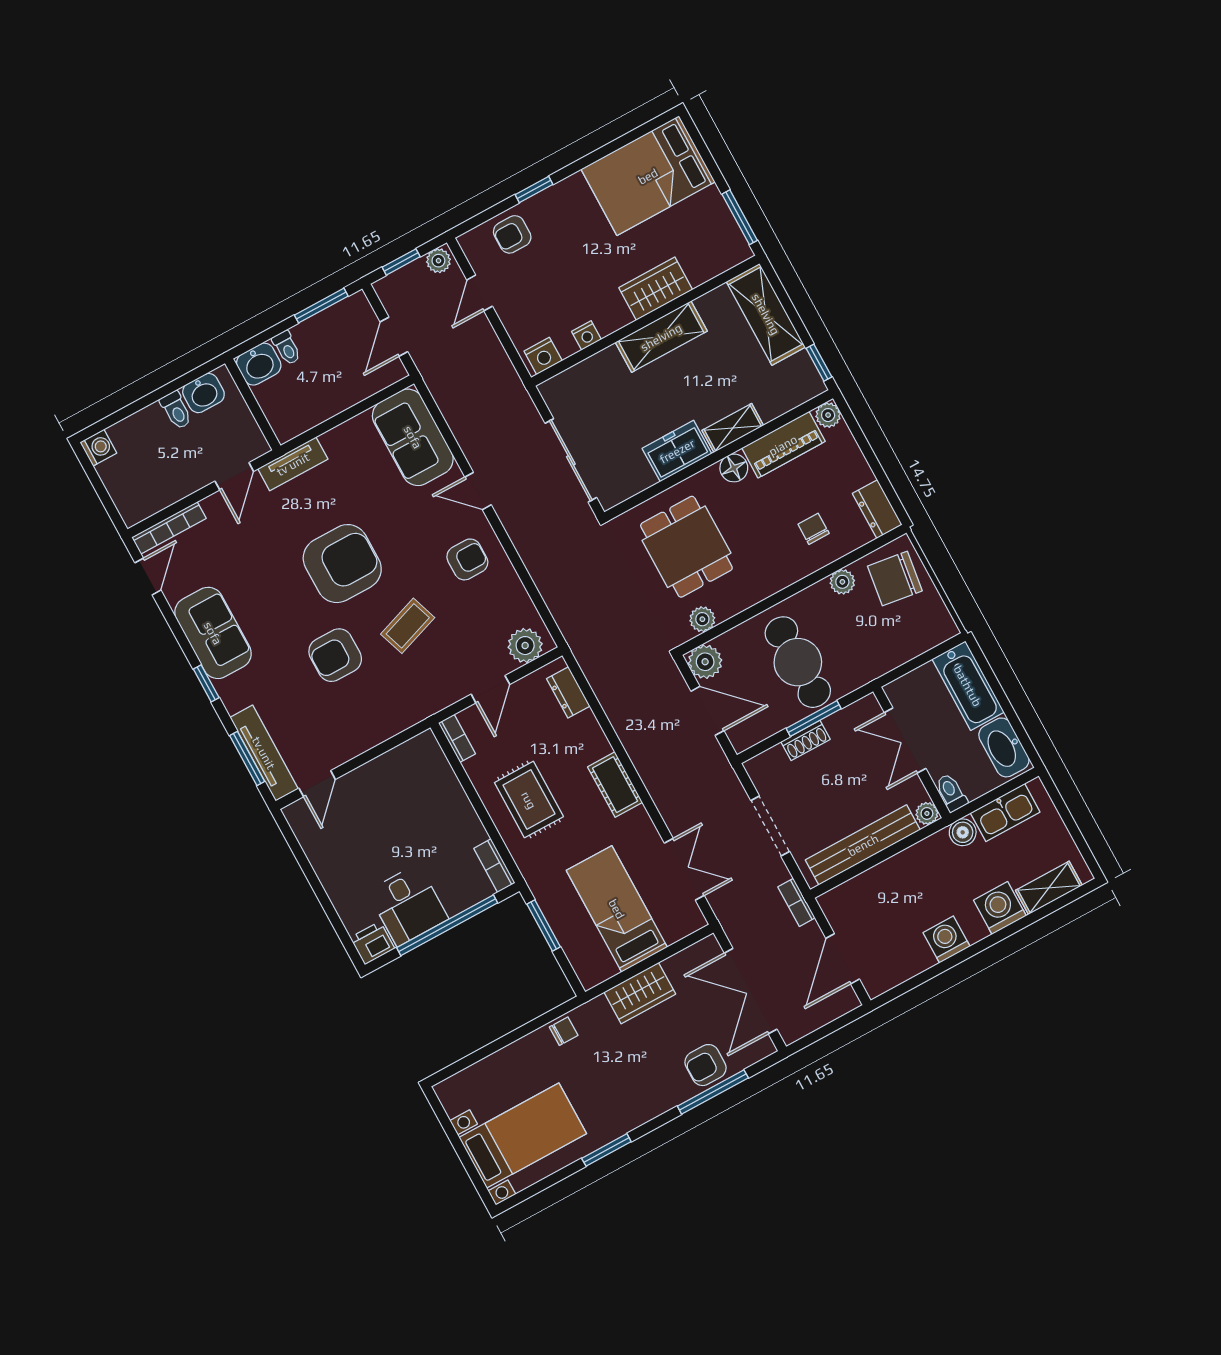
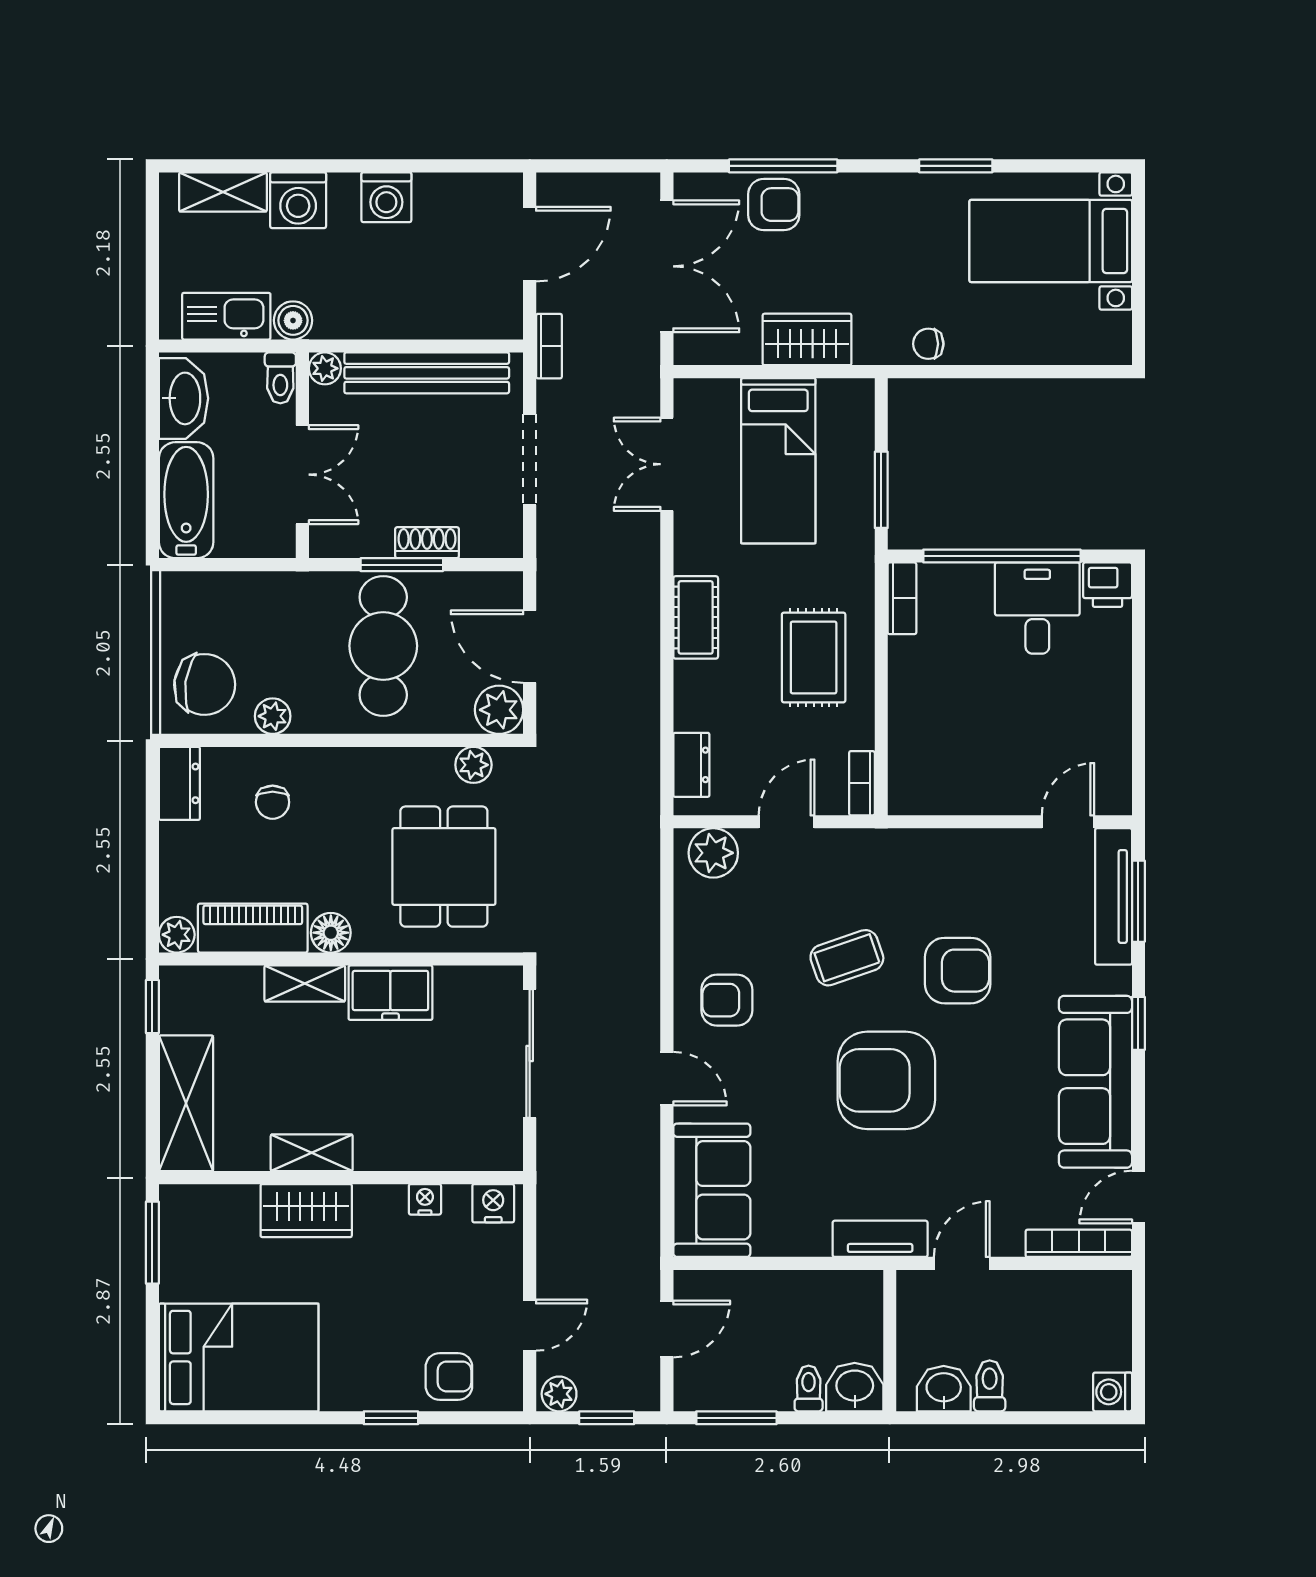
shelving: (661, 337) -> (312, 1153), width x0.67, depth x0.75
sofa: (213, 633) -> (1095, 1082), width x1.36

